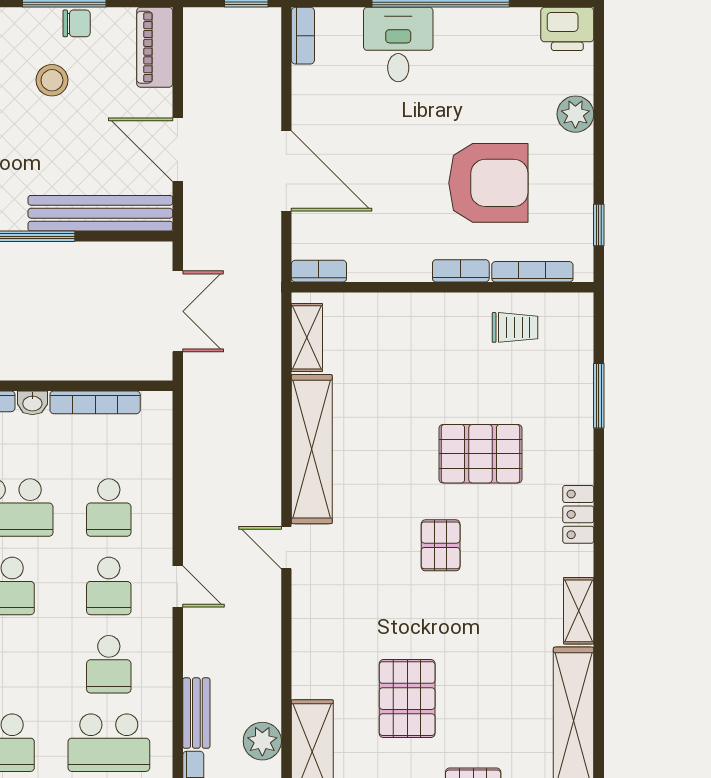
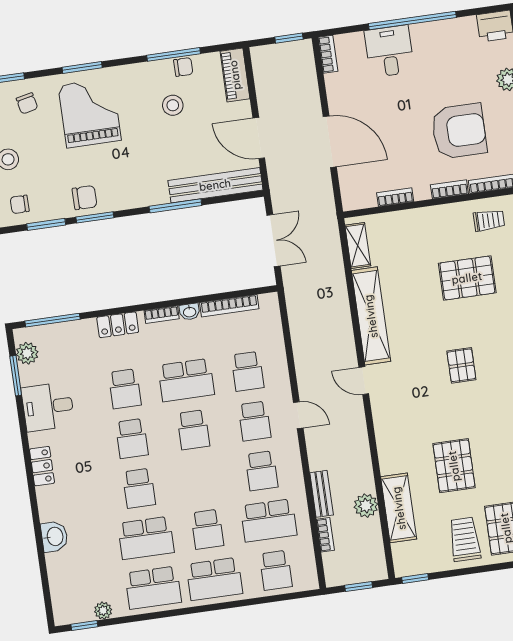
bookcase: (319, 271) -> (395, 197), moved
pallet: (480, 454) -> (467, 278), moved

